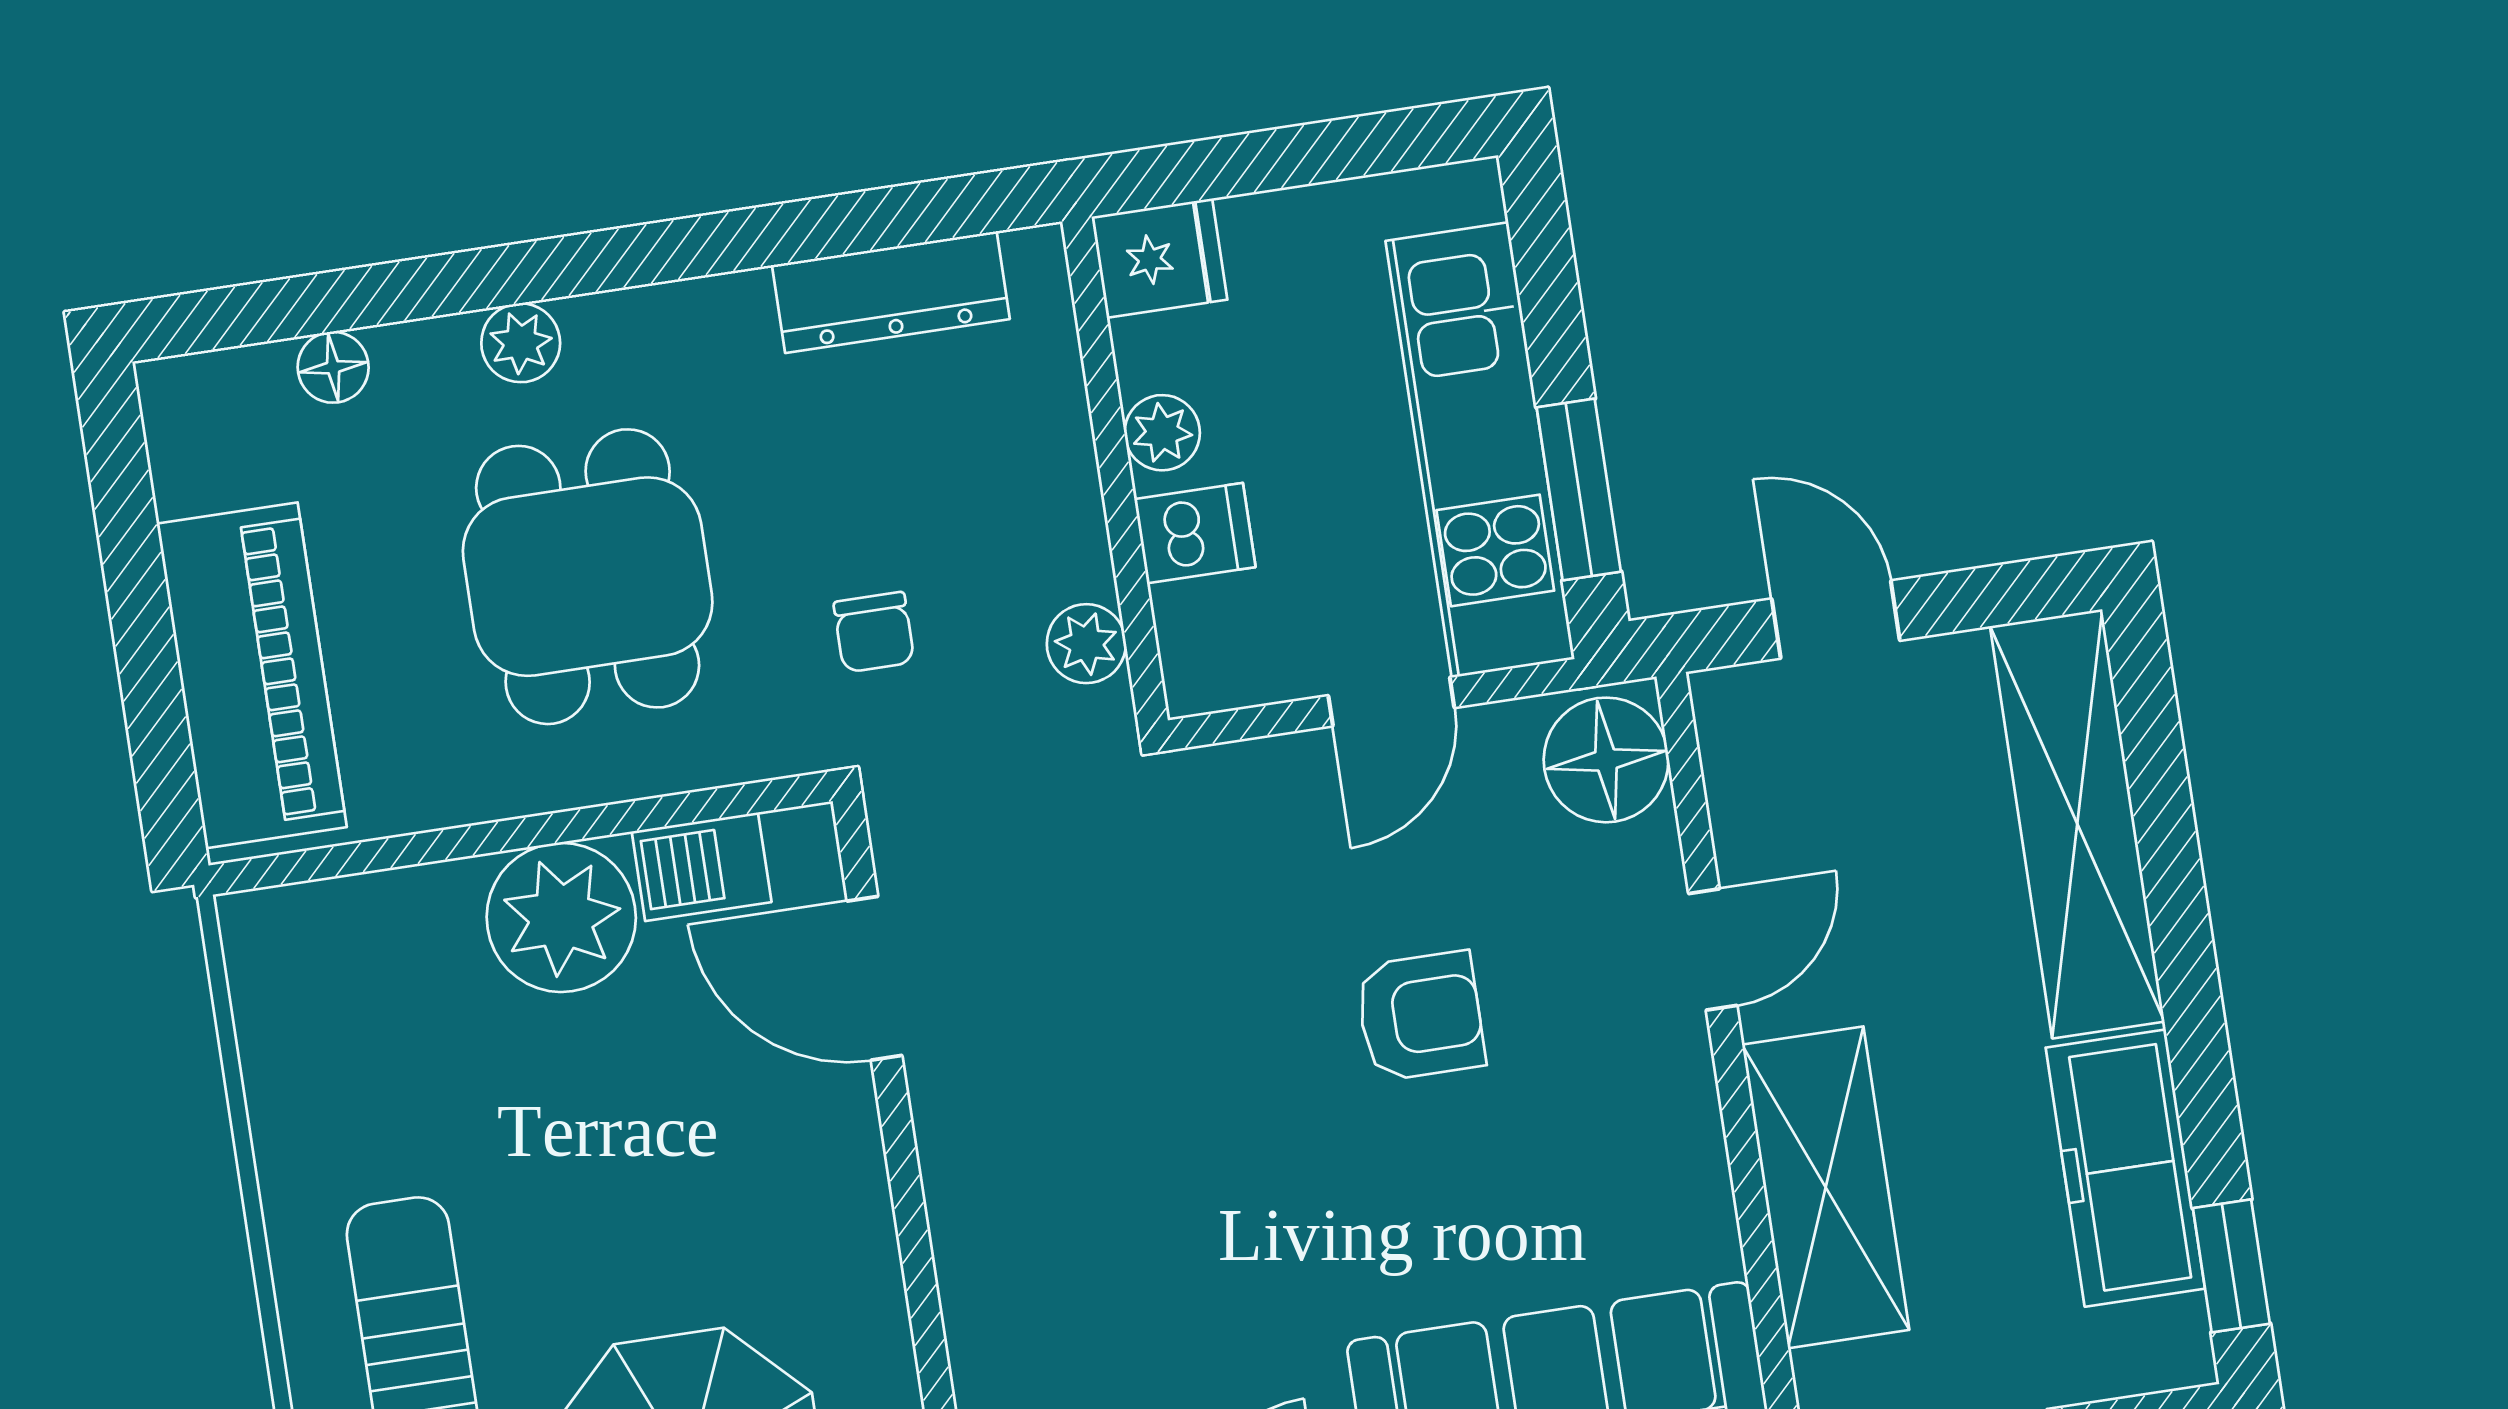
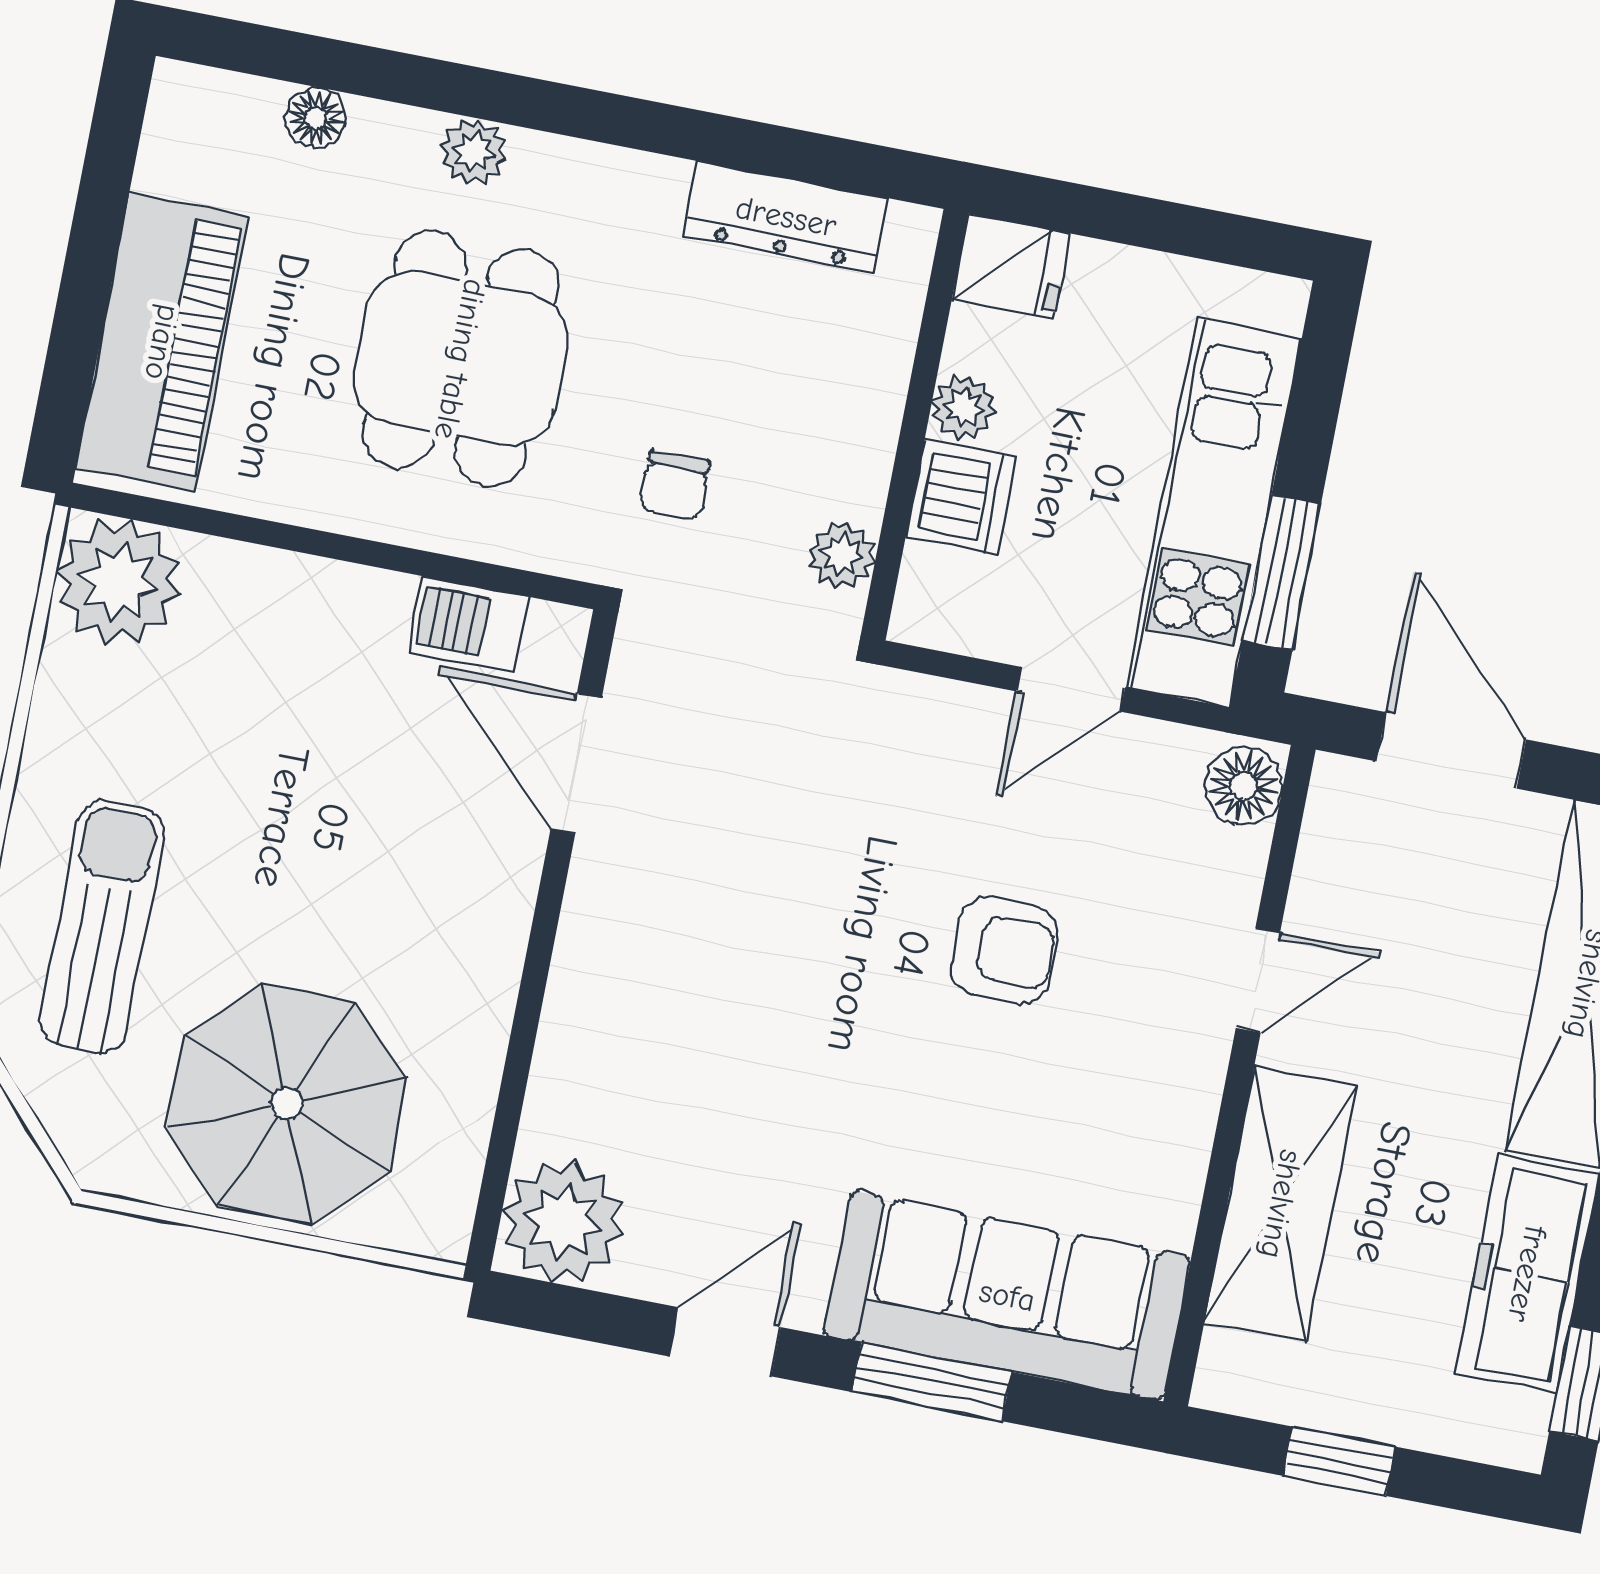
dishwasher: (1195, 533) -> (961, 498), width x1.38
door: (1836, 620) -> (1451, 750), width x1.38
floor lamp: (1606, 760) -> (1244, 786), width x0.73, depth x0.73
plant: (561, 917) -> (118, 582), moved

